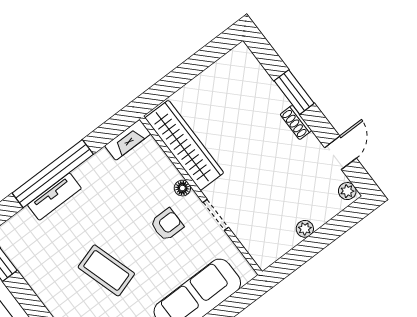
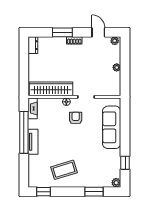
dresser: (235, 59) -> (33, 45), added
window: (53, 174) -> (24, 132), moved
tv unit: (54, 197) -> (33, 142), moved
coffee table: (106, 270) -> (64, 170), moved

